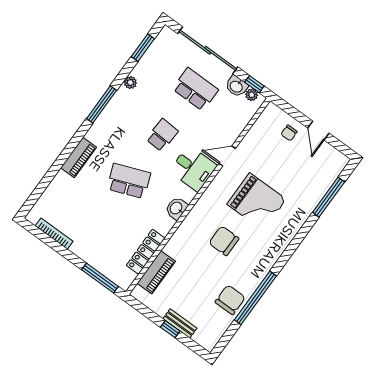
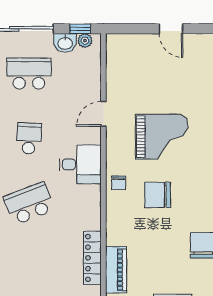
chair: (289, 133) -> (119, 183), moved
desk: (193, 168) -> (80, 164), moved
washbasin: (176, 208) -> (92, 197), removed

